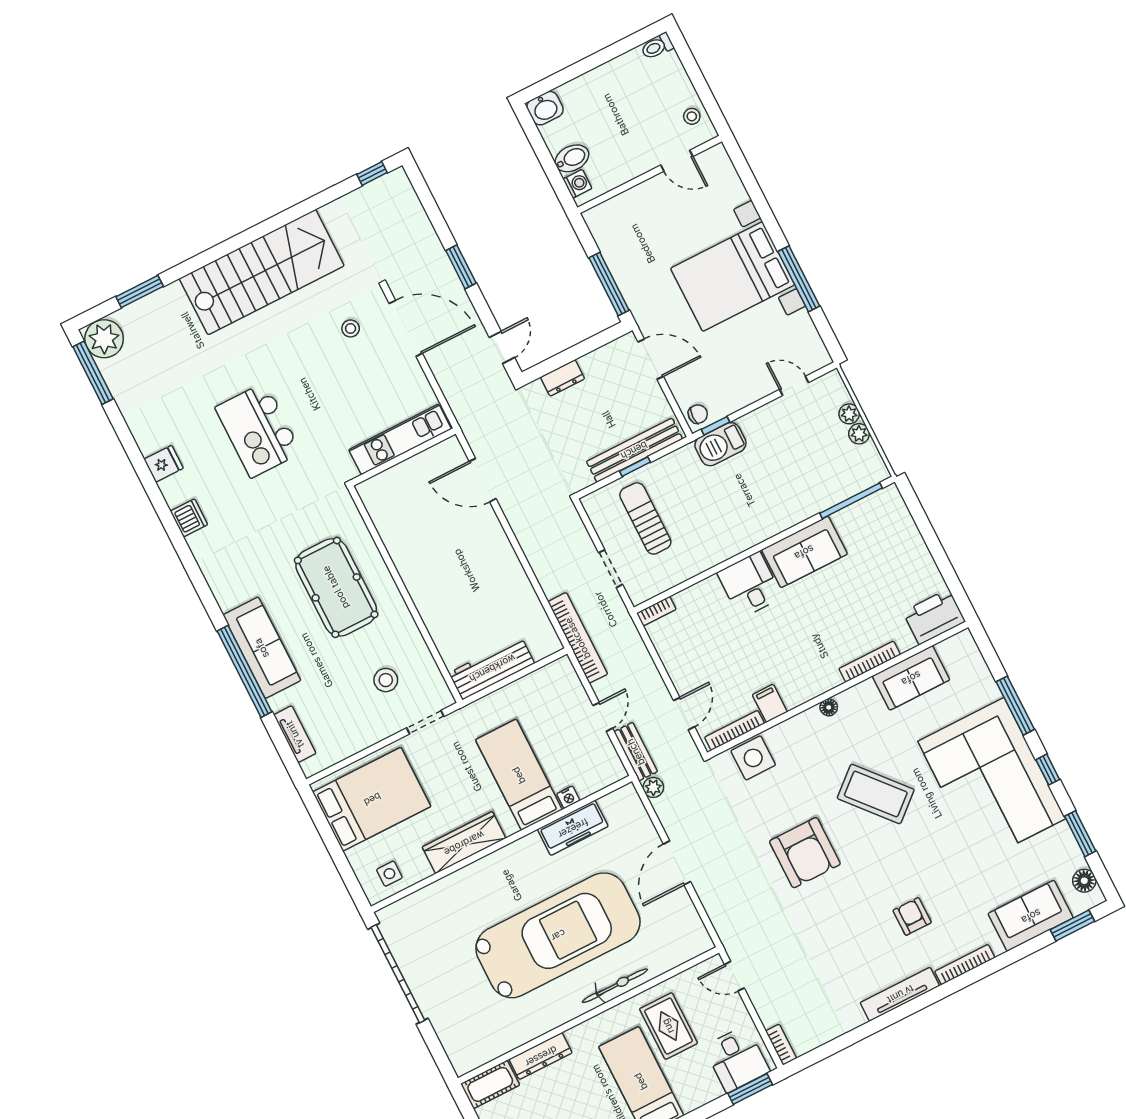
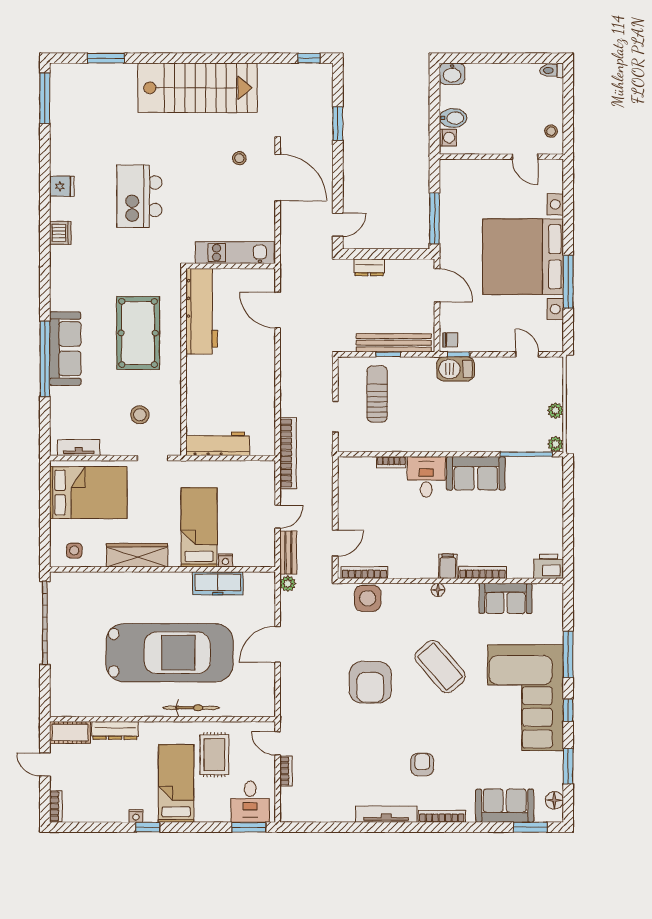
window: (461, 267) -> (338, 124), moved
bed with nightstands: (733, 277) -> (523, 257), width x1.36
plant: (104, 339) -> (65, 79), removed
plant: (849, 414) -> (556, 444), moved
workbench: (396, 526) -> (202, 311), added
bookcase: (656, 611) -> (391, 462), moved
printer: (934, 617) -> (549, 566), width x0.73, depth x0.84
filing cabinet: (770, 703) -> (448, 566), moved
tv unit: (295, 734) -> (79, 448), moved, turned -90
bookcase: (781, 1045) -> (286, 771), moved

